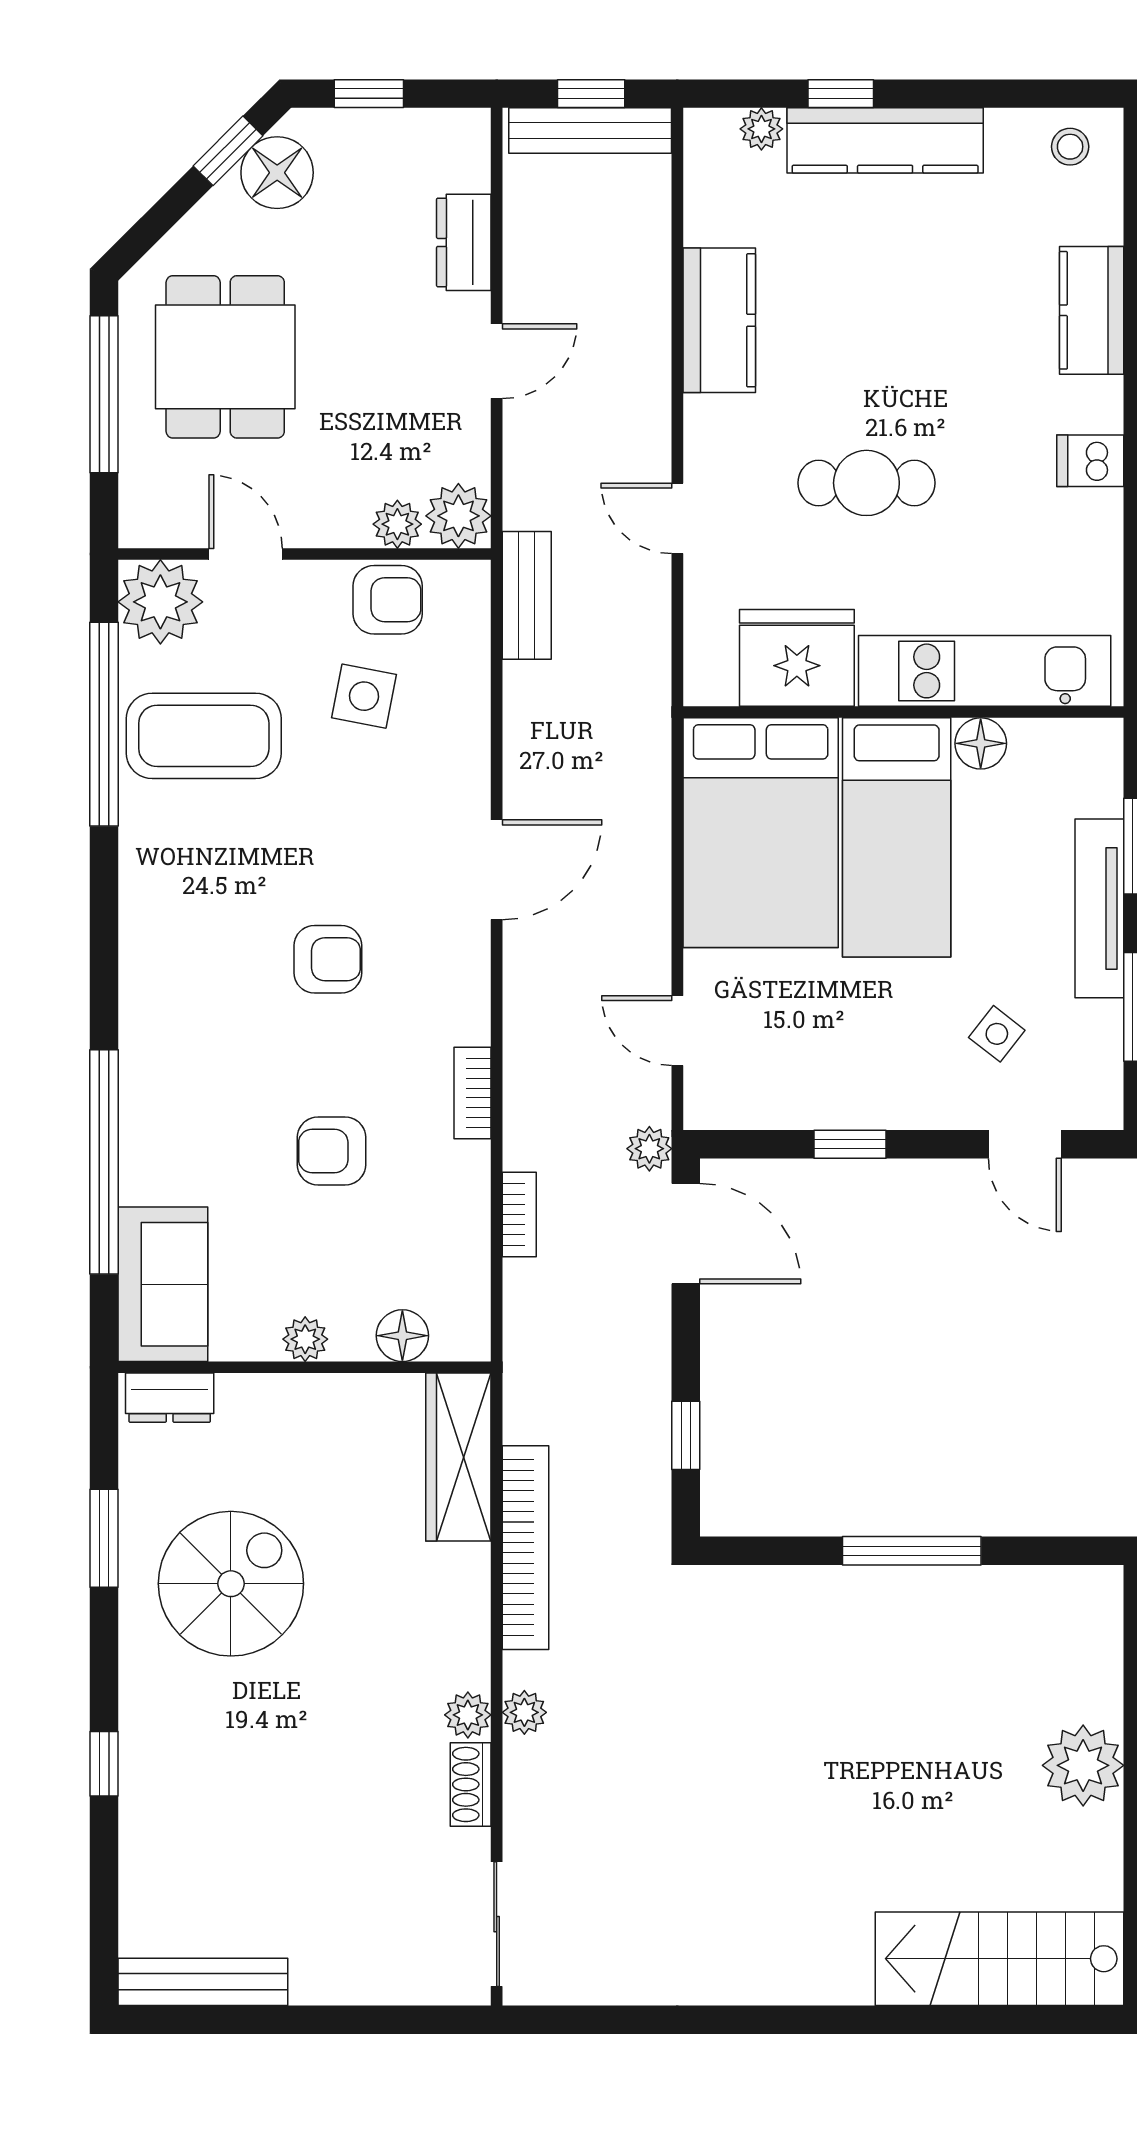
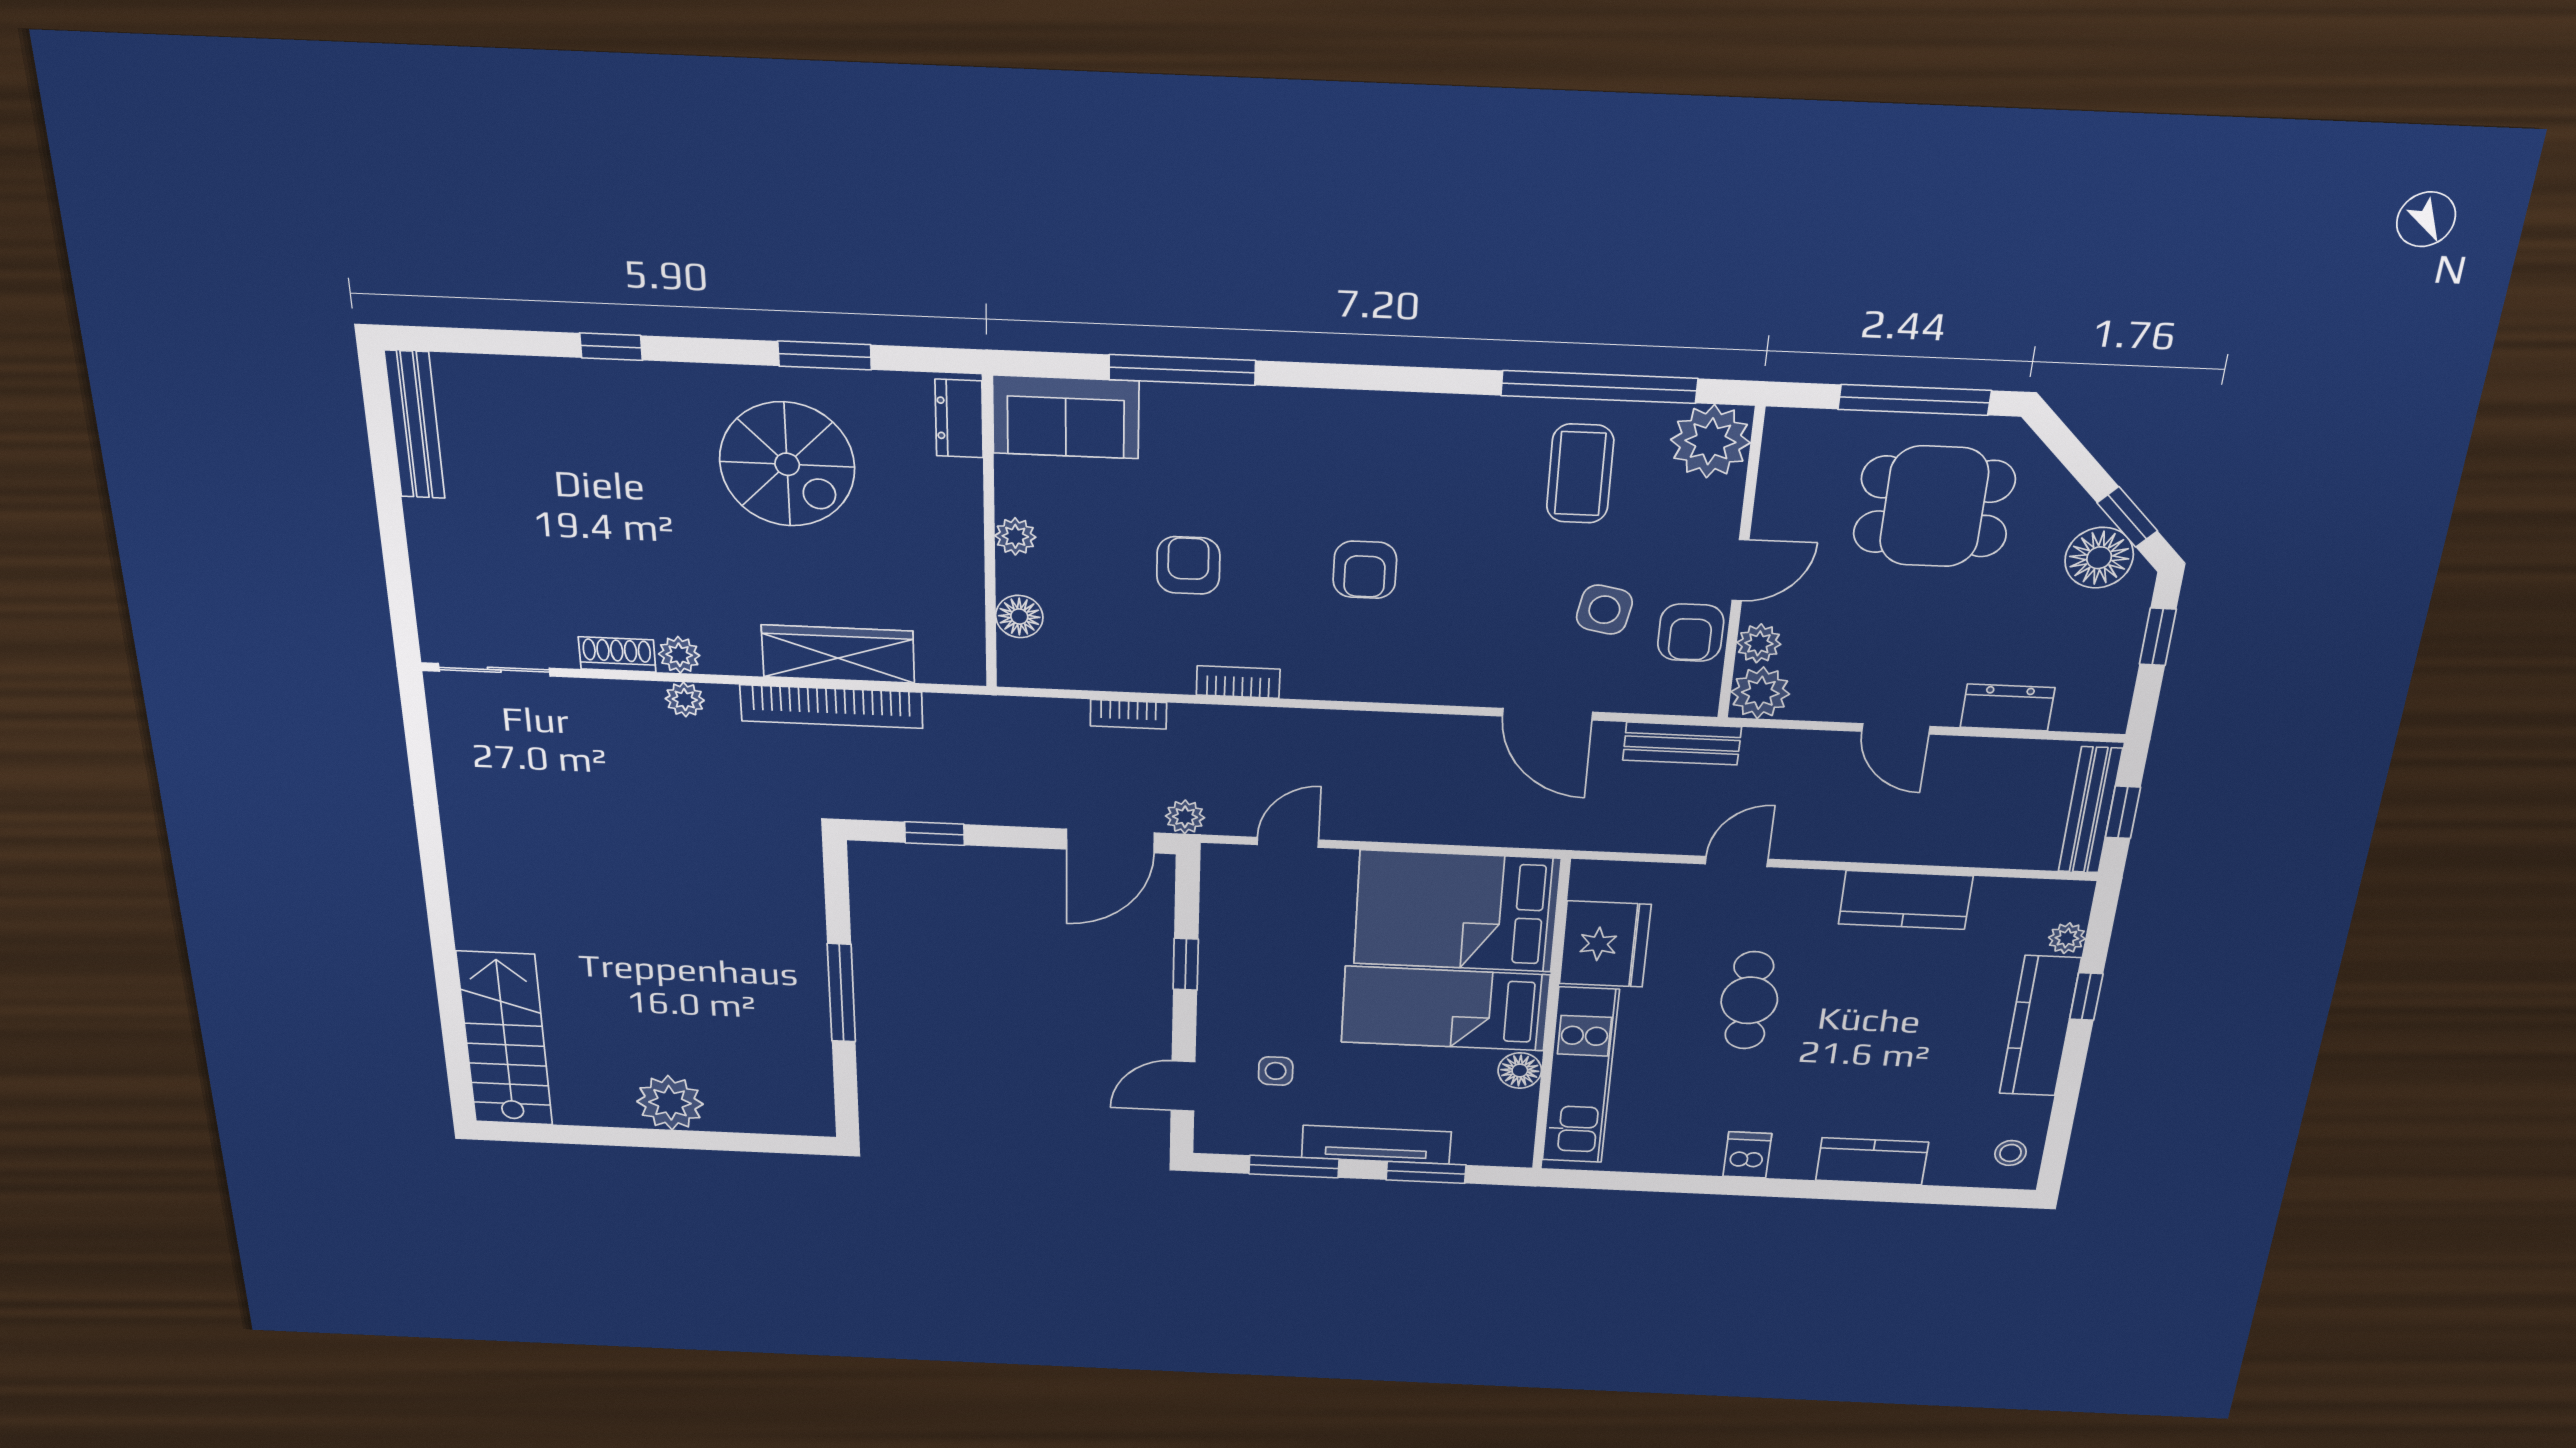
door: (246, 554) -> (1740, 570), moved
coffee table: (204, 736) -> (1580, 474), width x0.73, depth x0.76
door: (497, 870) -> (1548, 714), moved
side table: (997, 1034) -> (1276, 1071), turned -38
window: (104, 1162) -> (1182, 370), width x0.68
wardrobe: (458, 1457) -> (838, 654), moved

